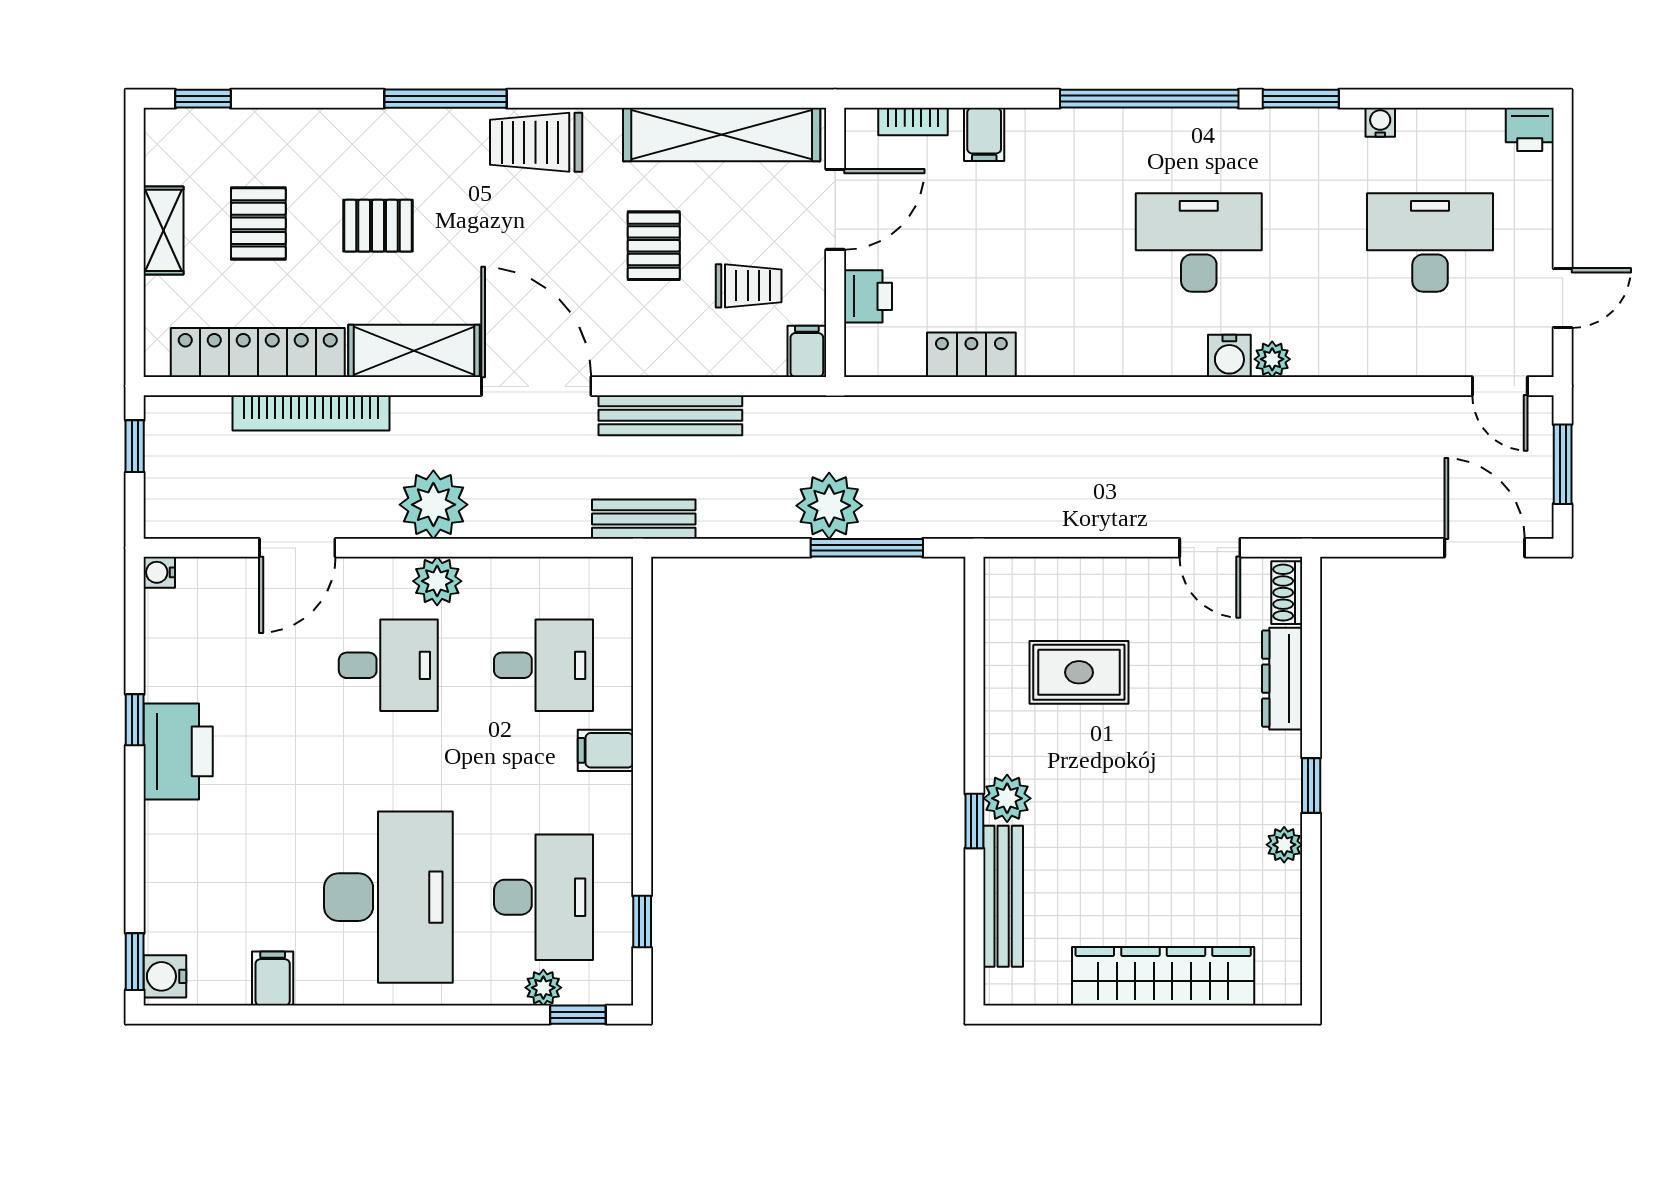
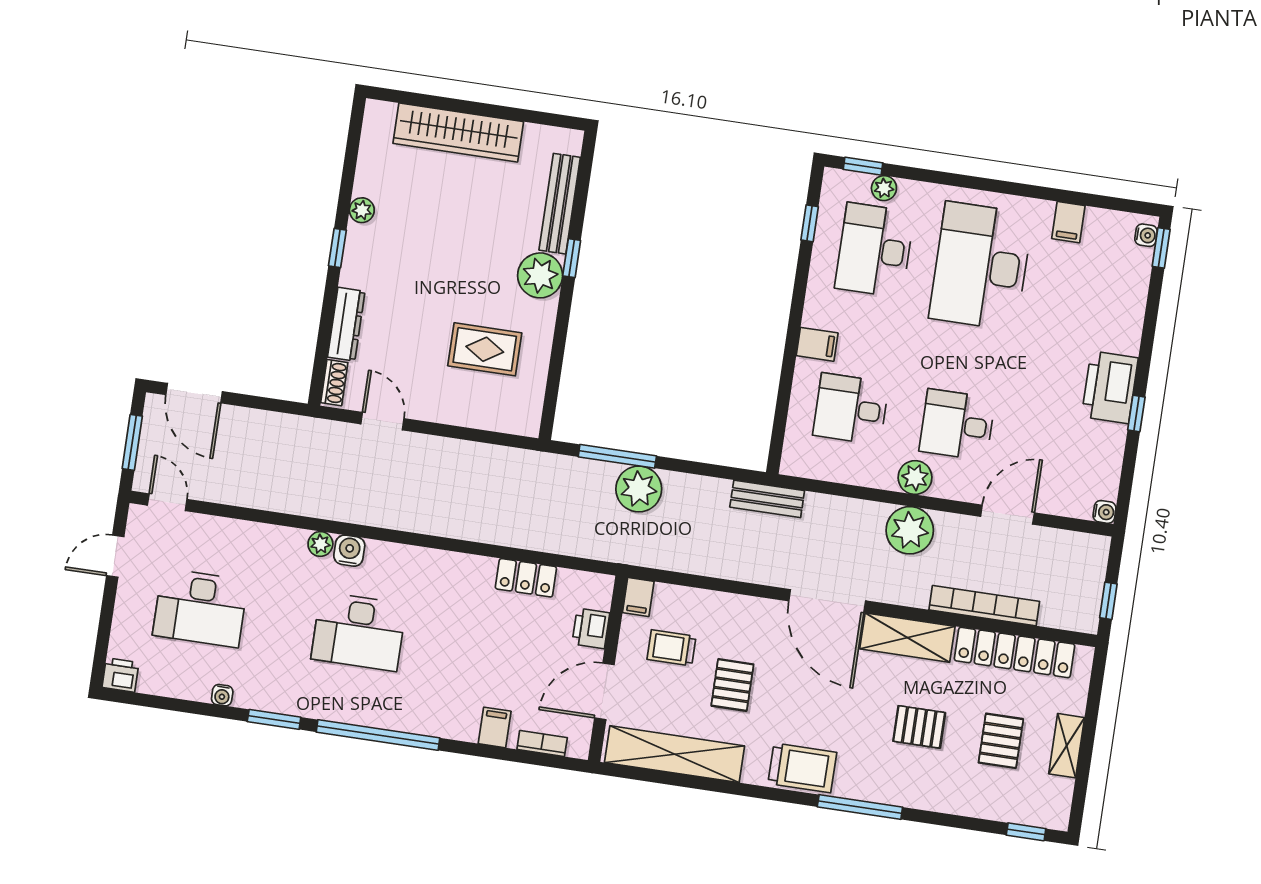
bench: (670, 415) -> (738, 567), removed
plant: (1007, 798) -> (540, 275), width x1.36, depth x1.36
water cooler: (165, 976) -> (1146, 235), width x0.72, depth x0.72

